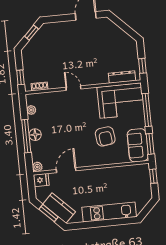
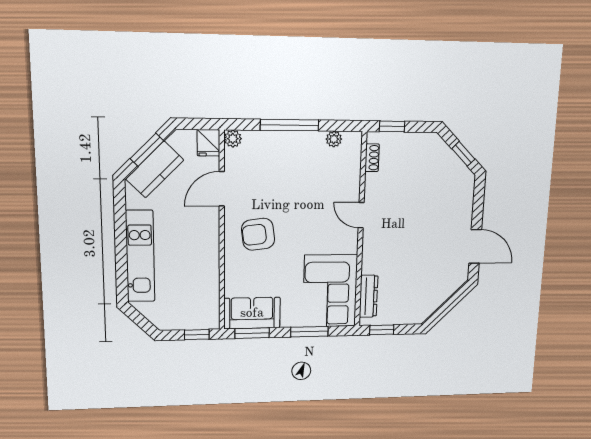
door: (73, 88) -> (361, 215), swing flipped
window: (147, 110) -> (309, 332), width x0.69
floor lamp: (35, 135) -> (290, 141), removed
armchair: (105, 136) -> (258, 234), moved
door: (66, 170) -> (222, 189), swing flipped

